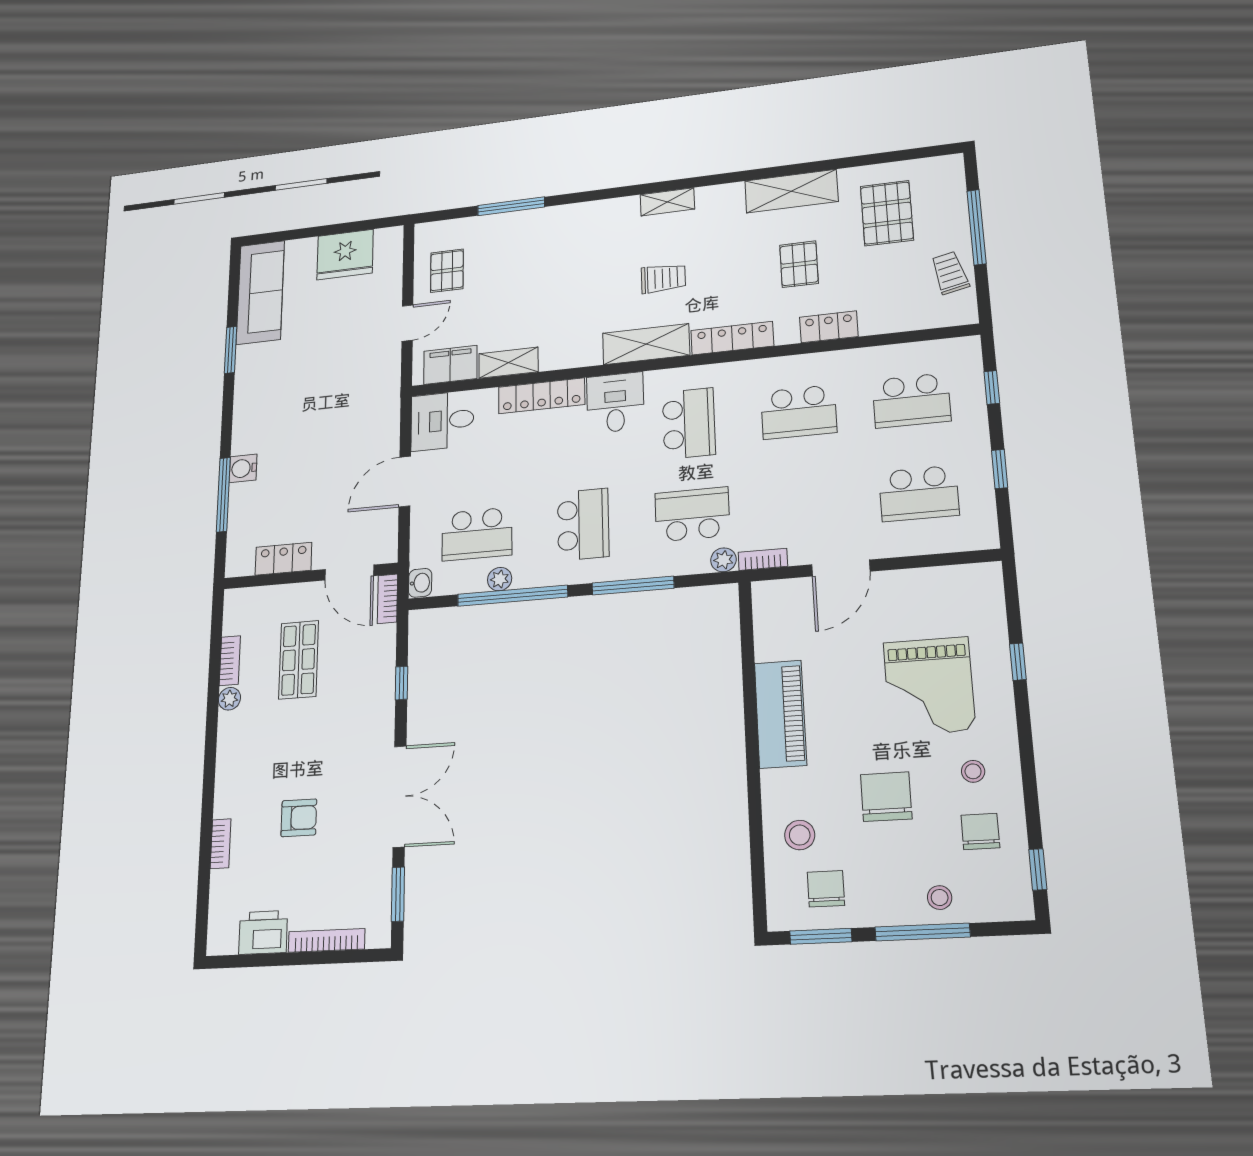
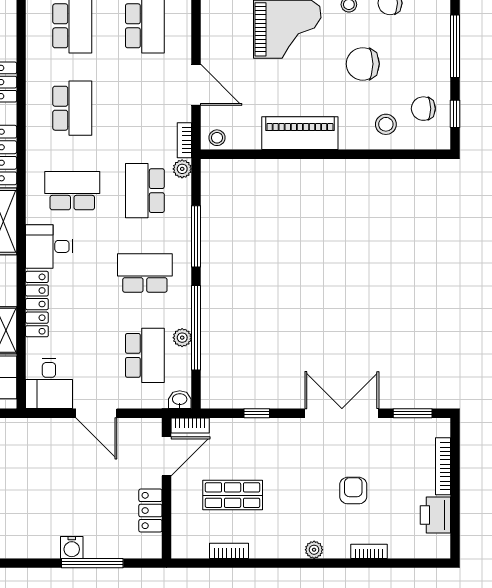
plant: (229, 699) -> (314, 550), moved
stool: (940, 898) -> (217, 138), moved
window: (821, 936) -> (455, 114), width x0.67

